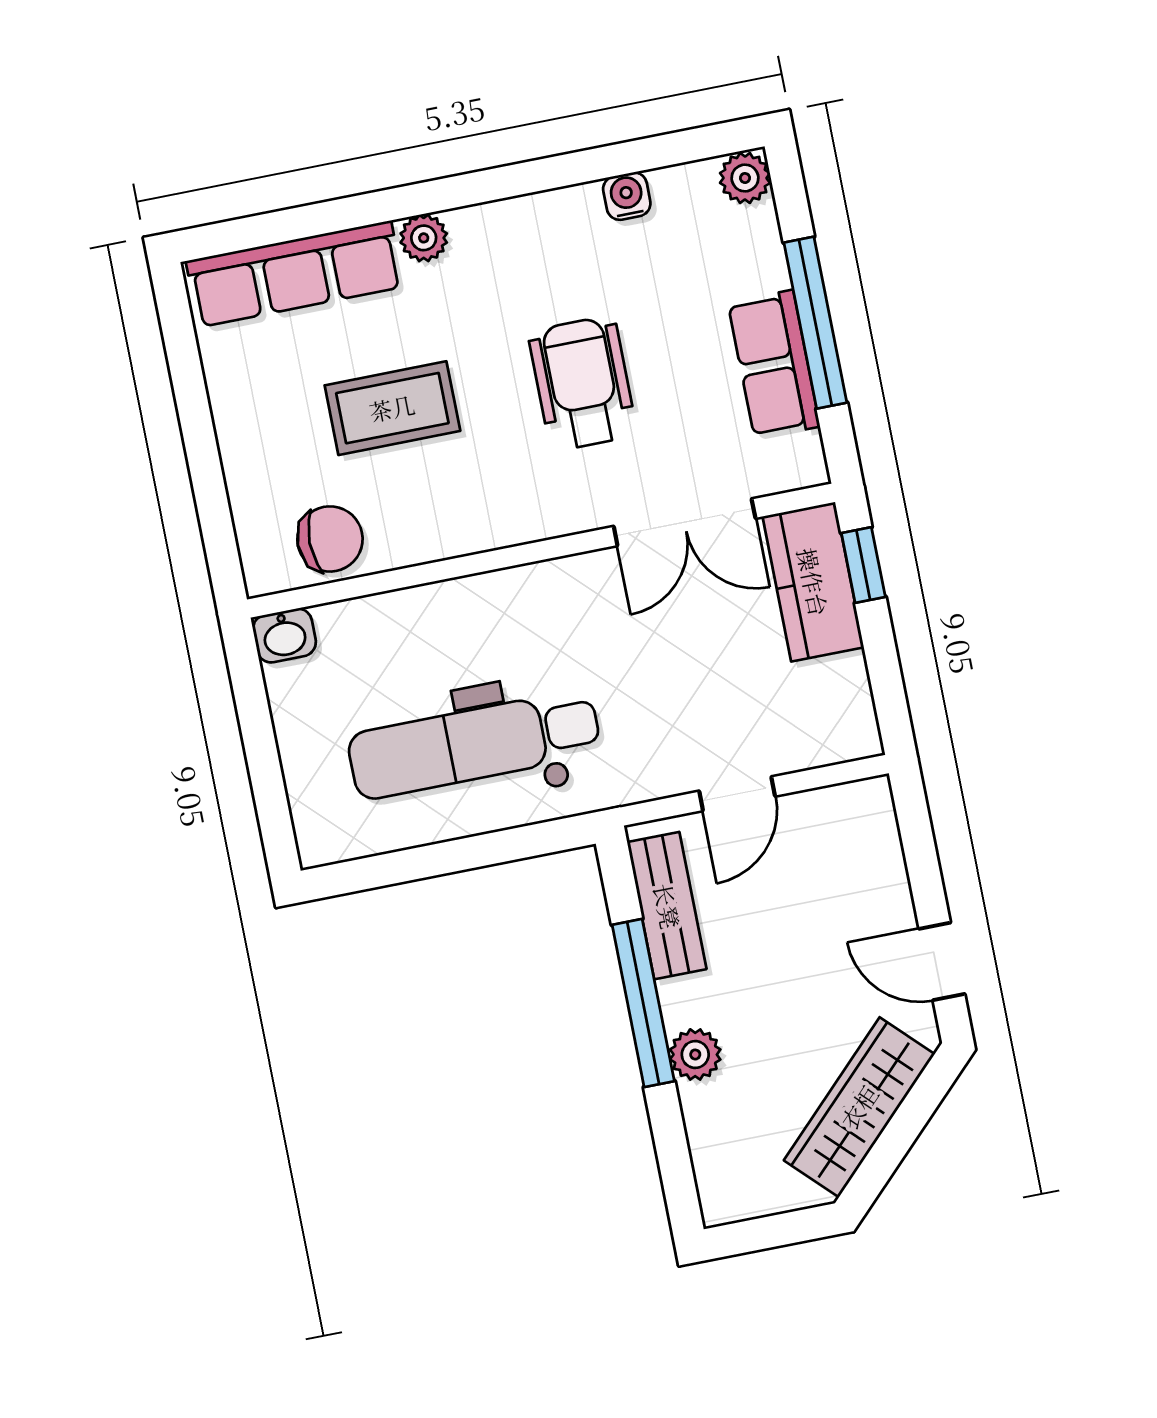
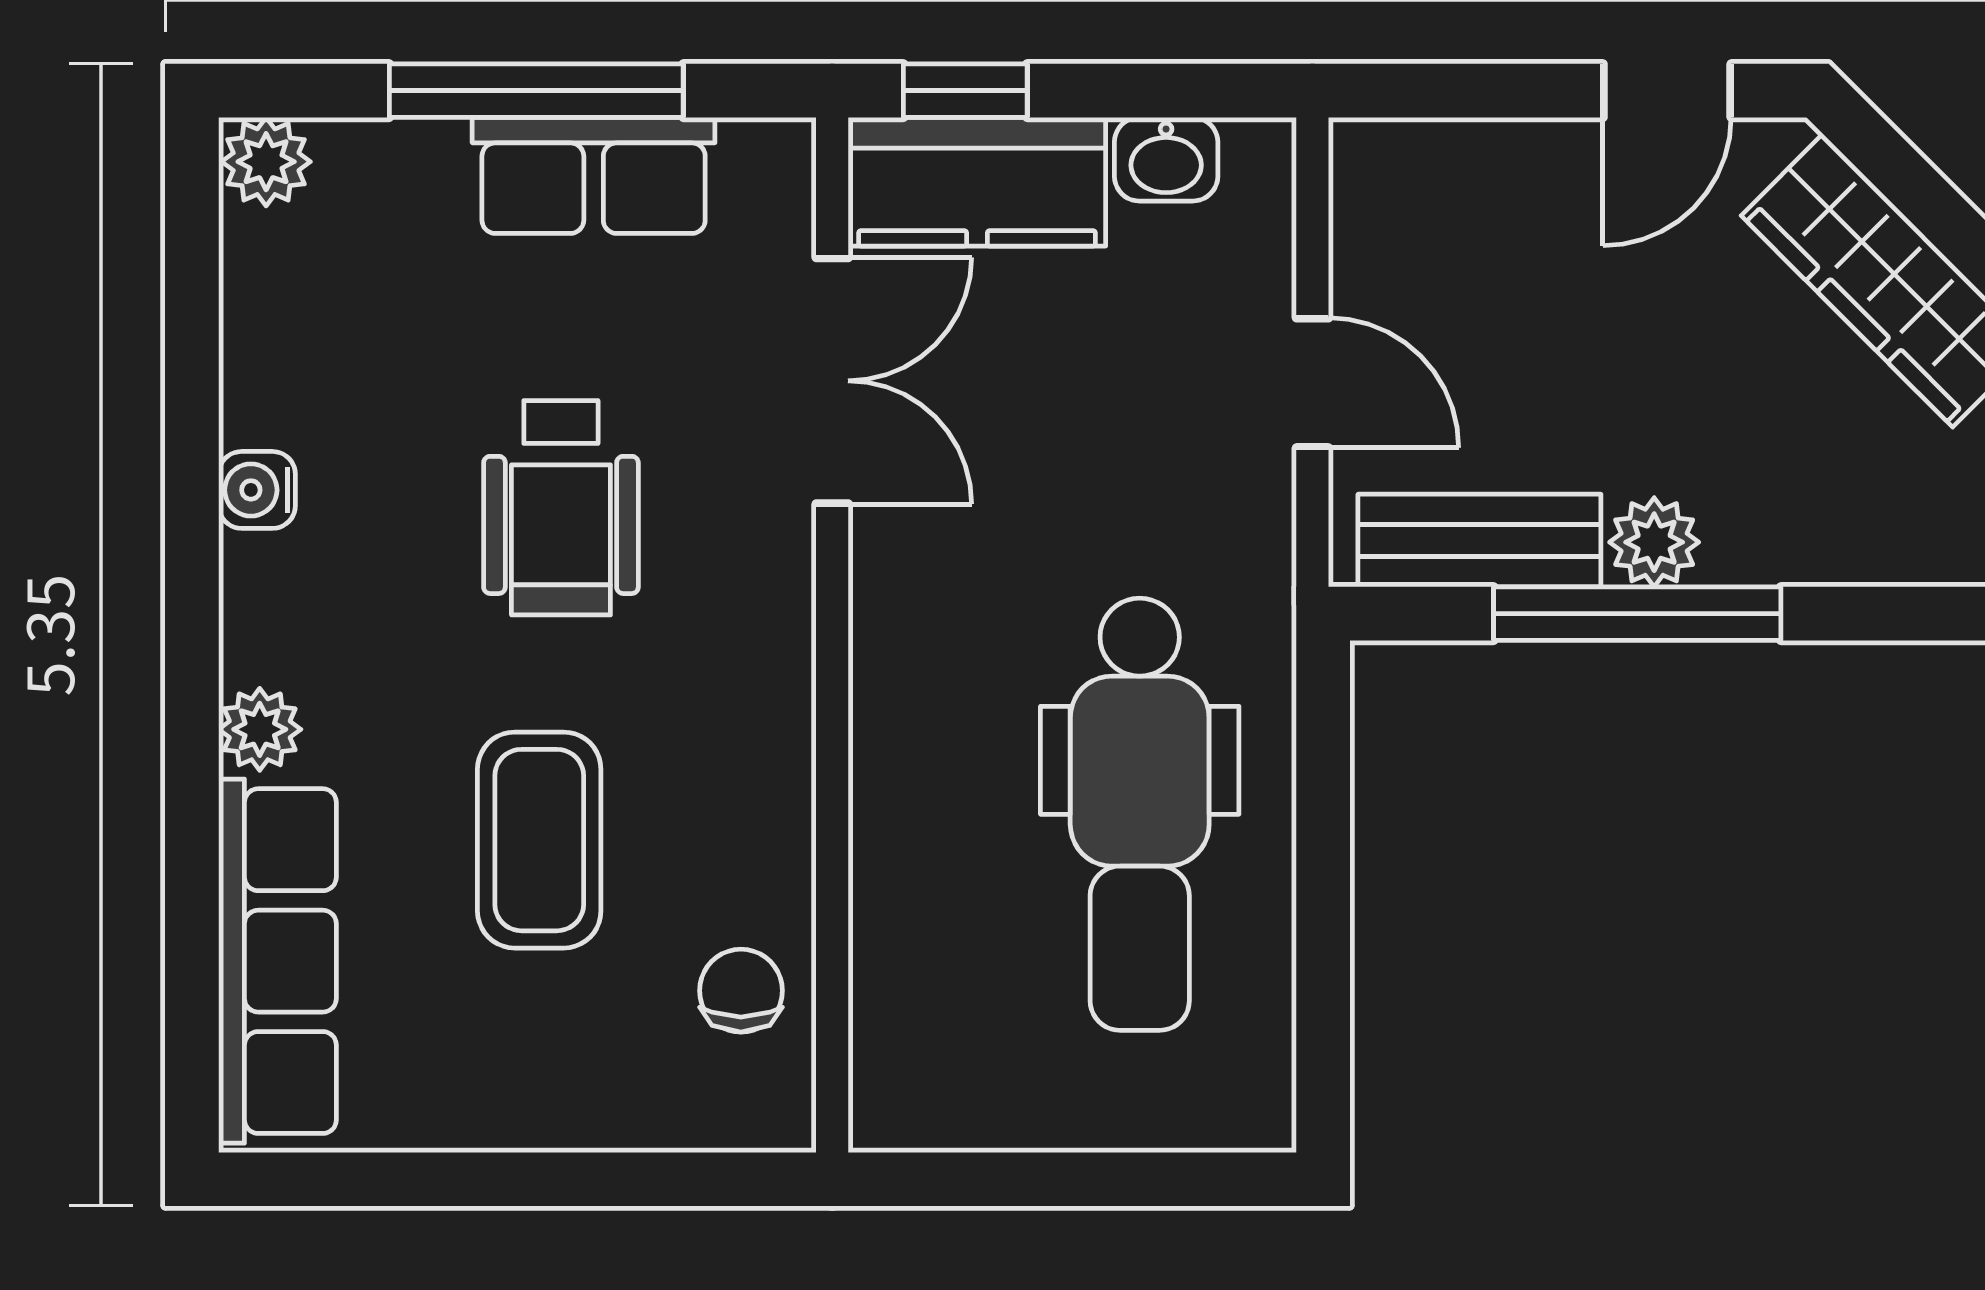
water cooler: (627, 196) -> (257, 490), moved
wheelchair: (583, 383) -> (561, 508), turned -90
chair: (330, 539) -> (741, 991), width x0.73, depth x0.73
washbasin: (284, 635) -> (1166, 159), moved, turned 90
plant: (695, 1054) -> (1654, 542), moved

